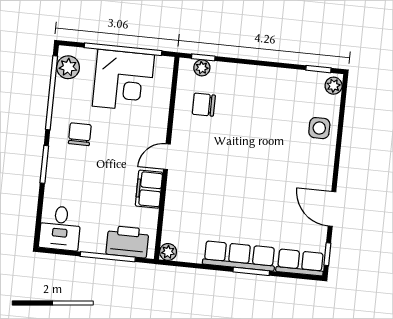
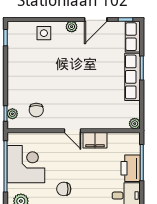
plant: (334, 86) -> (72, 27), moved
printer: (127, 242) -> (131, 168), moved

